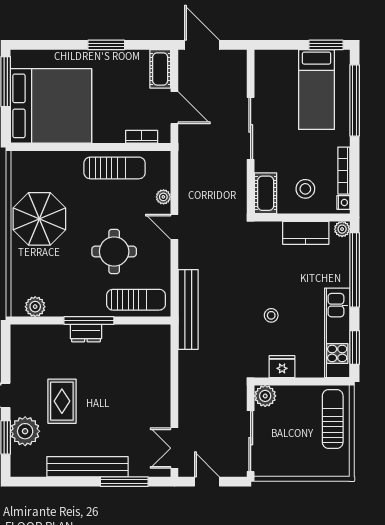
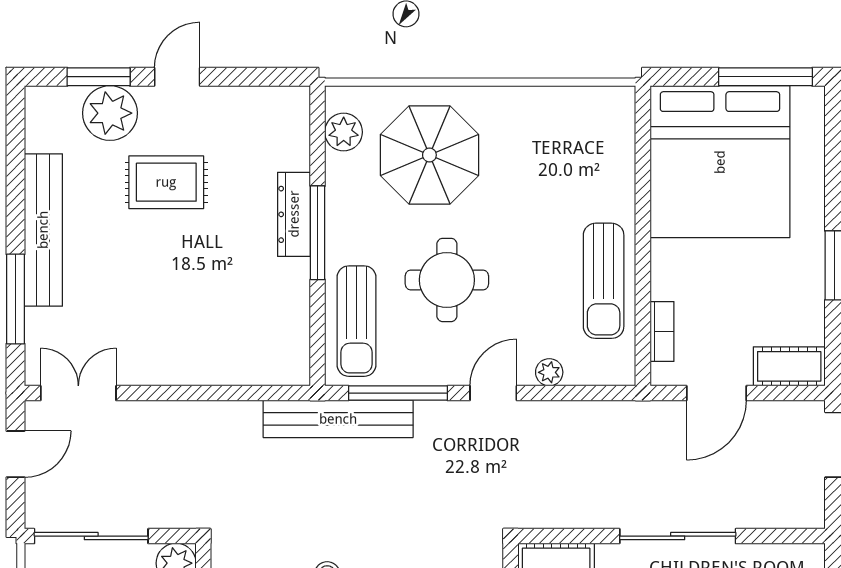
parasol: (39, 219) -> (429, 155), moved
window: (174, 278) -> (398, 393), added
dresser: (86, 333) -> (294, 214), width x1.44

